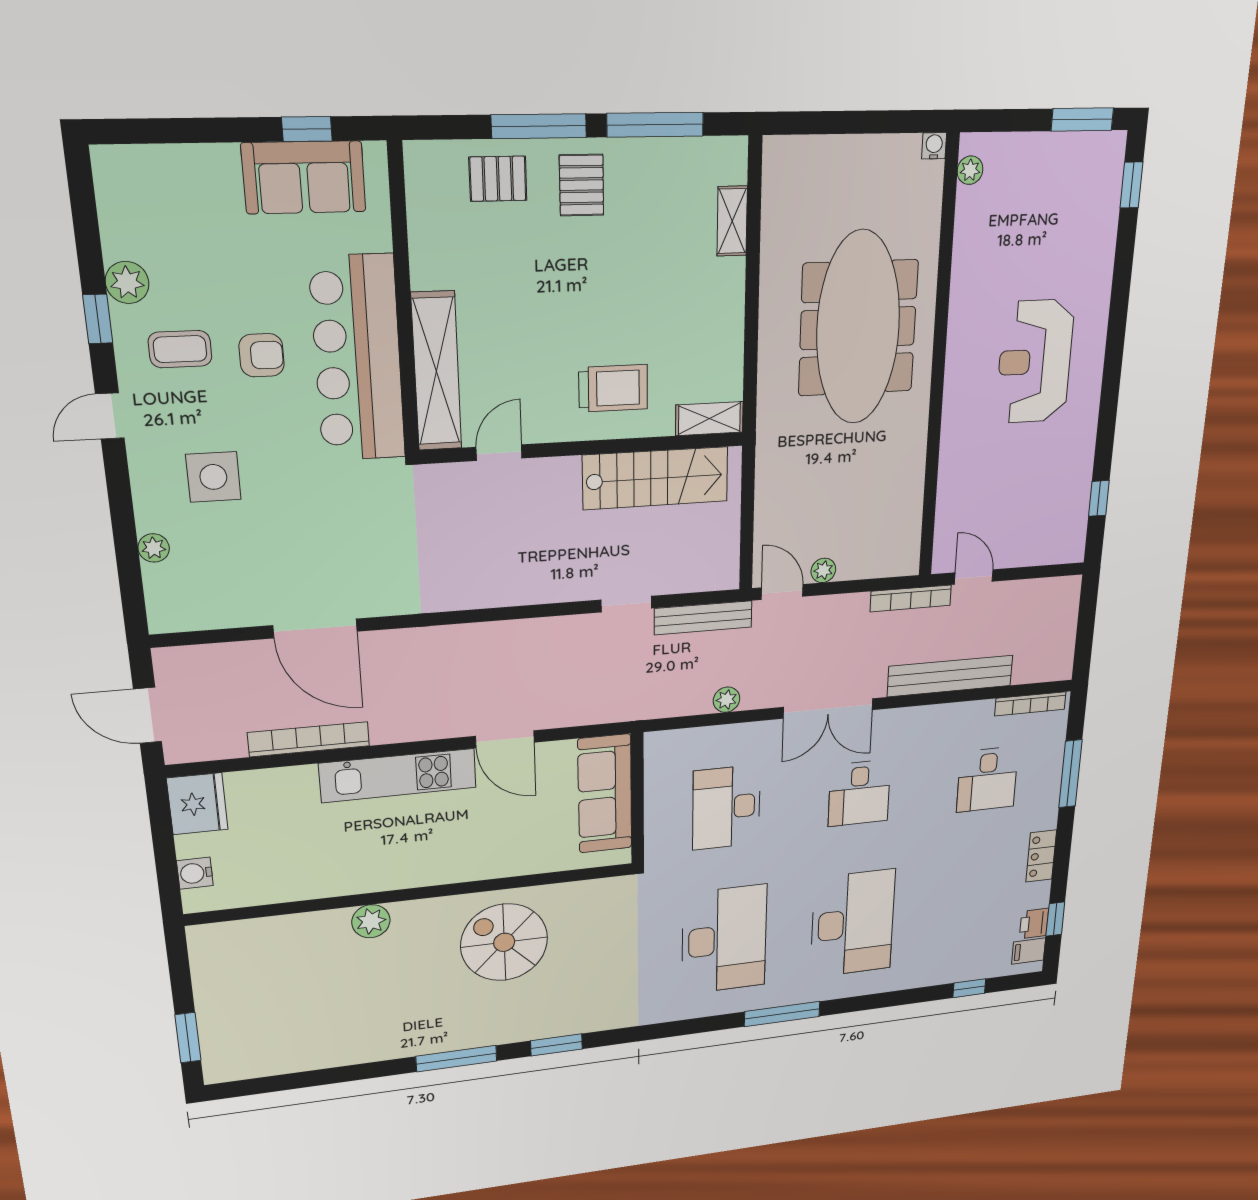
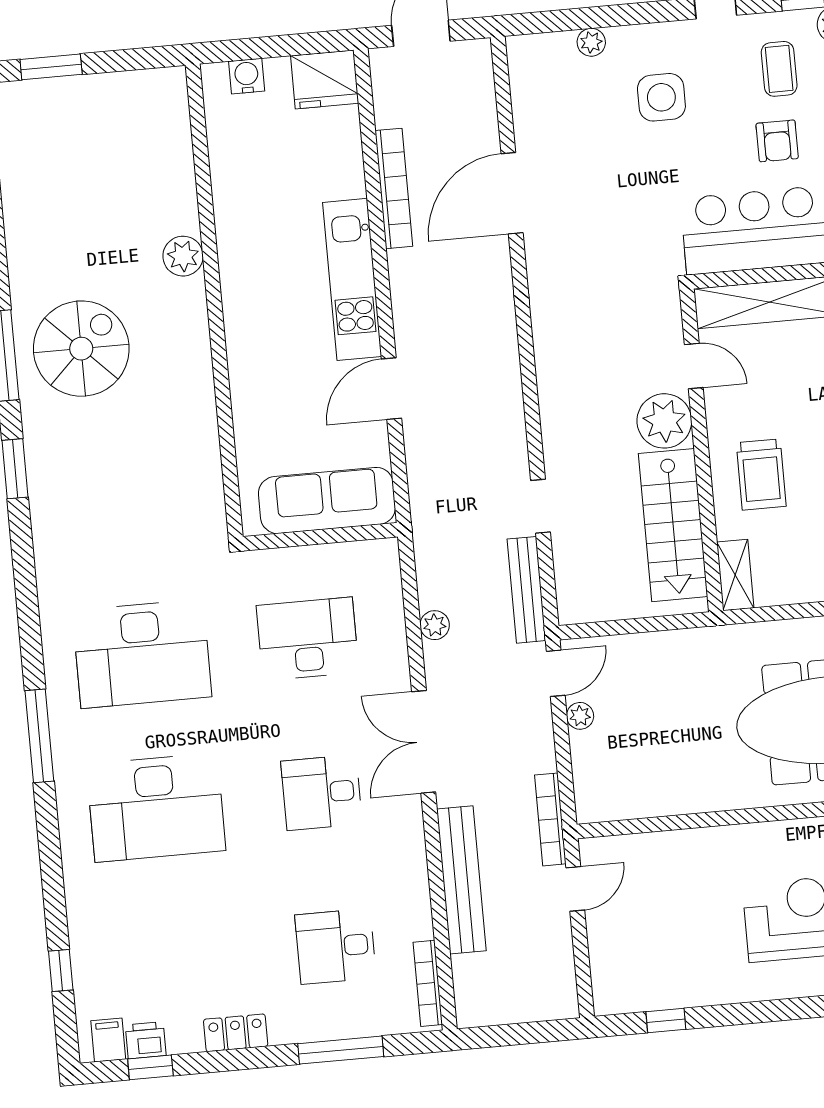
plant: (553, 484) -> (664, 421), added
spiral stairs: (504, 942) -> (81, 349), moved

